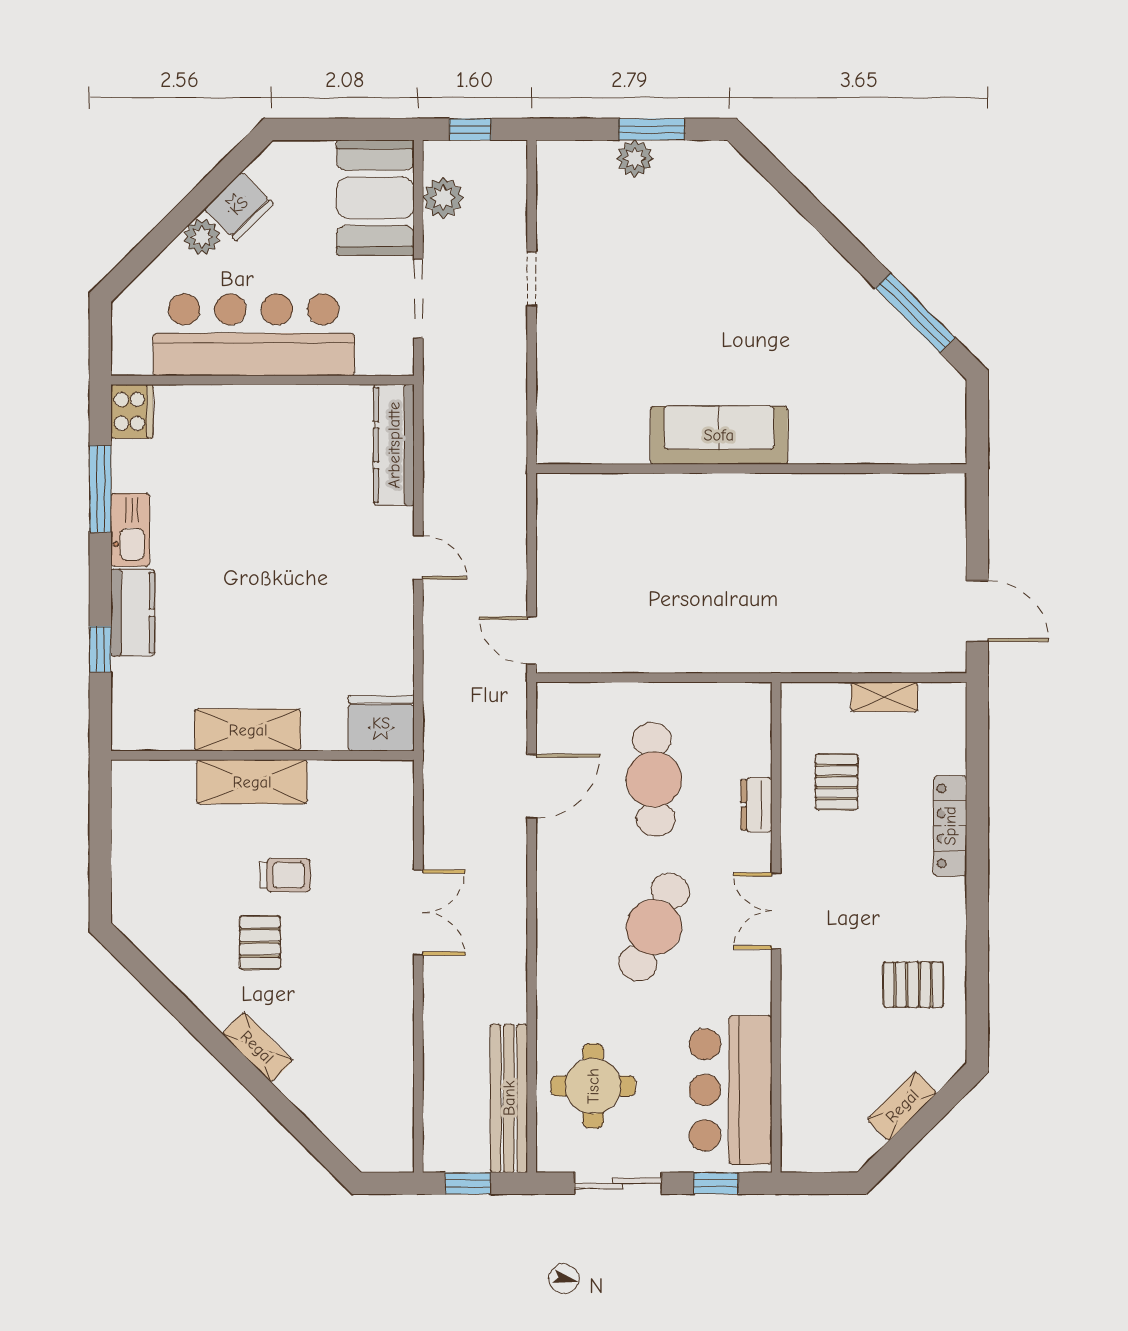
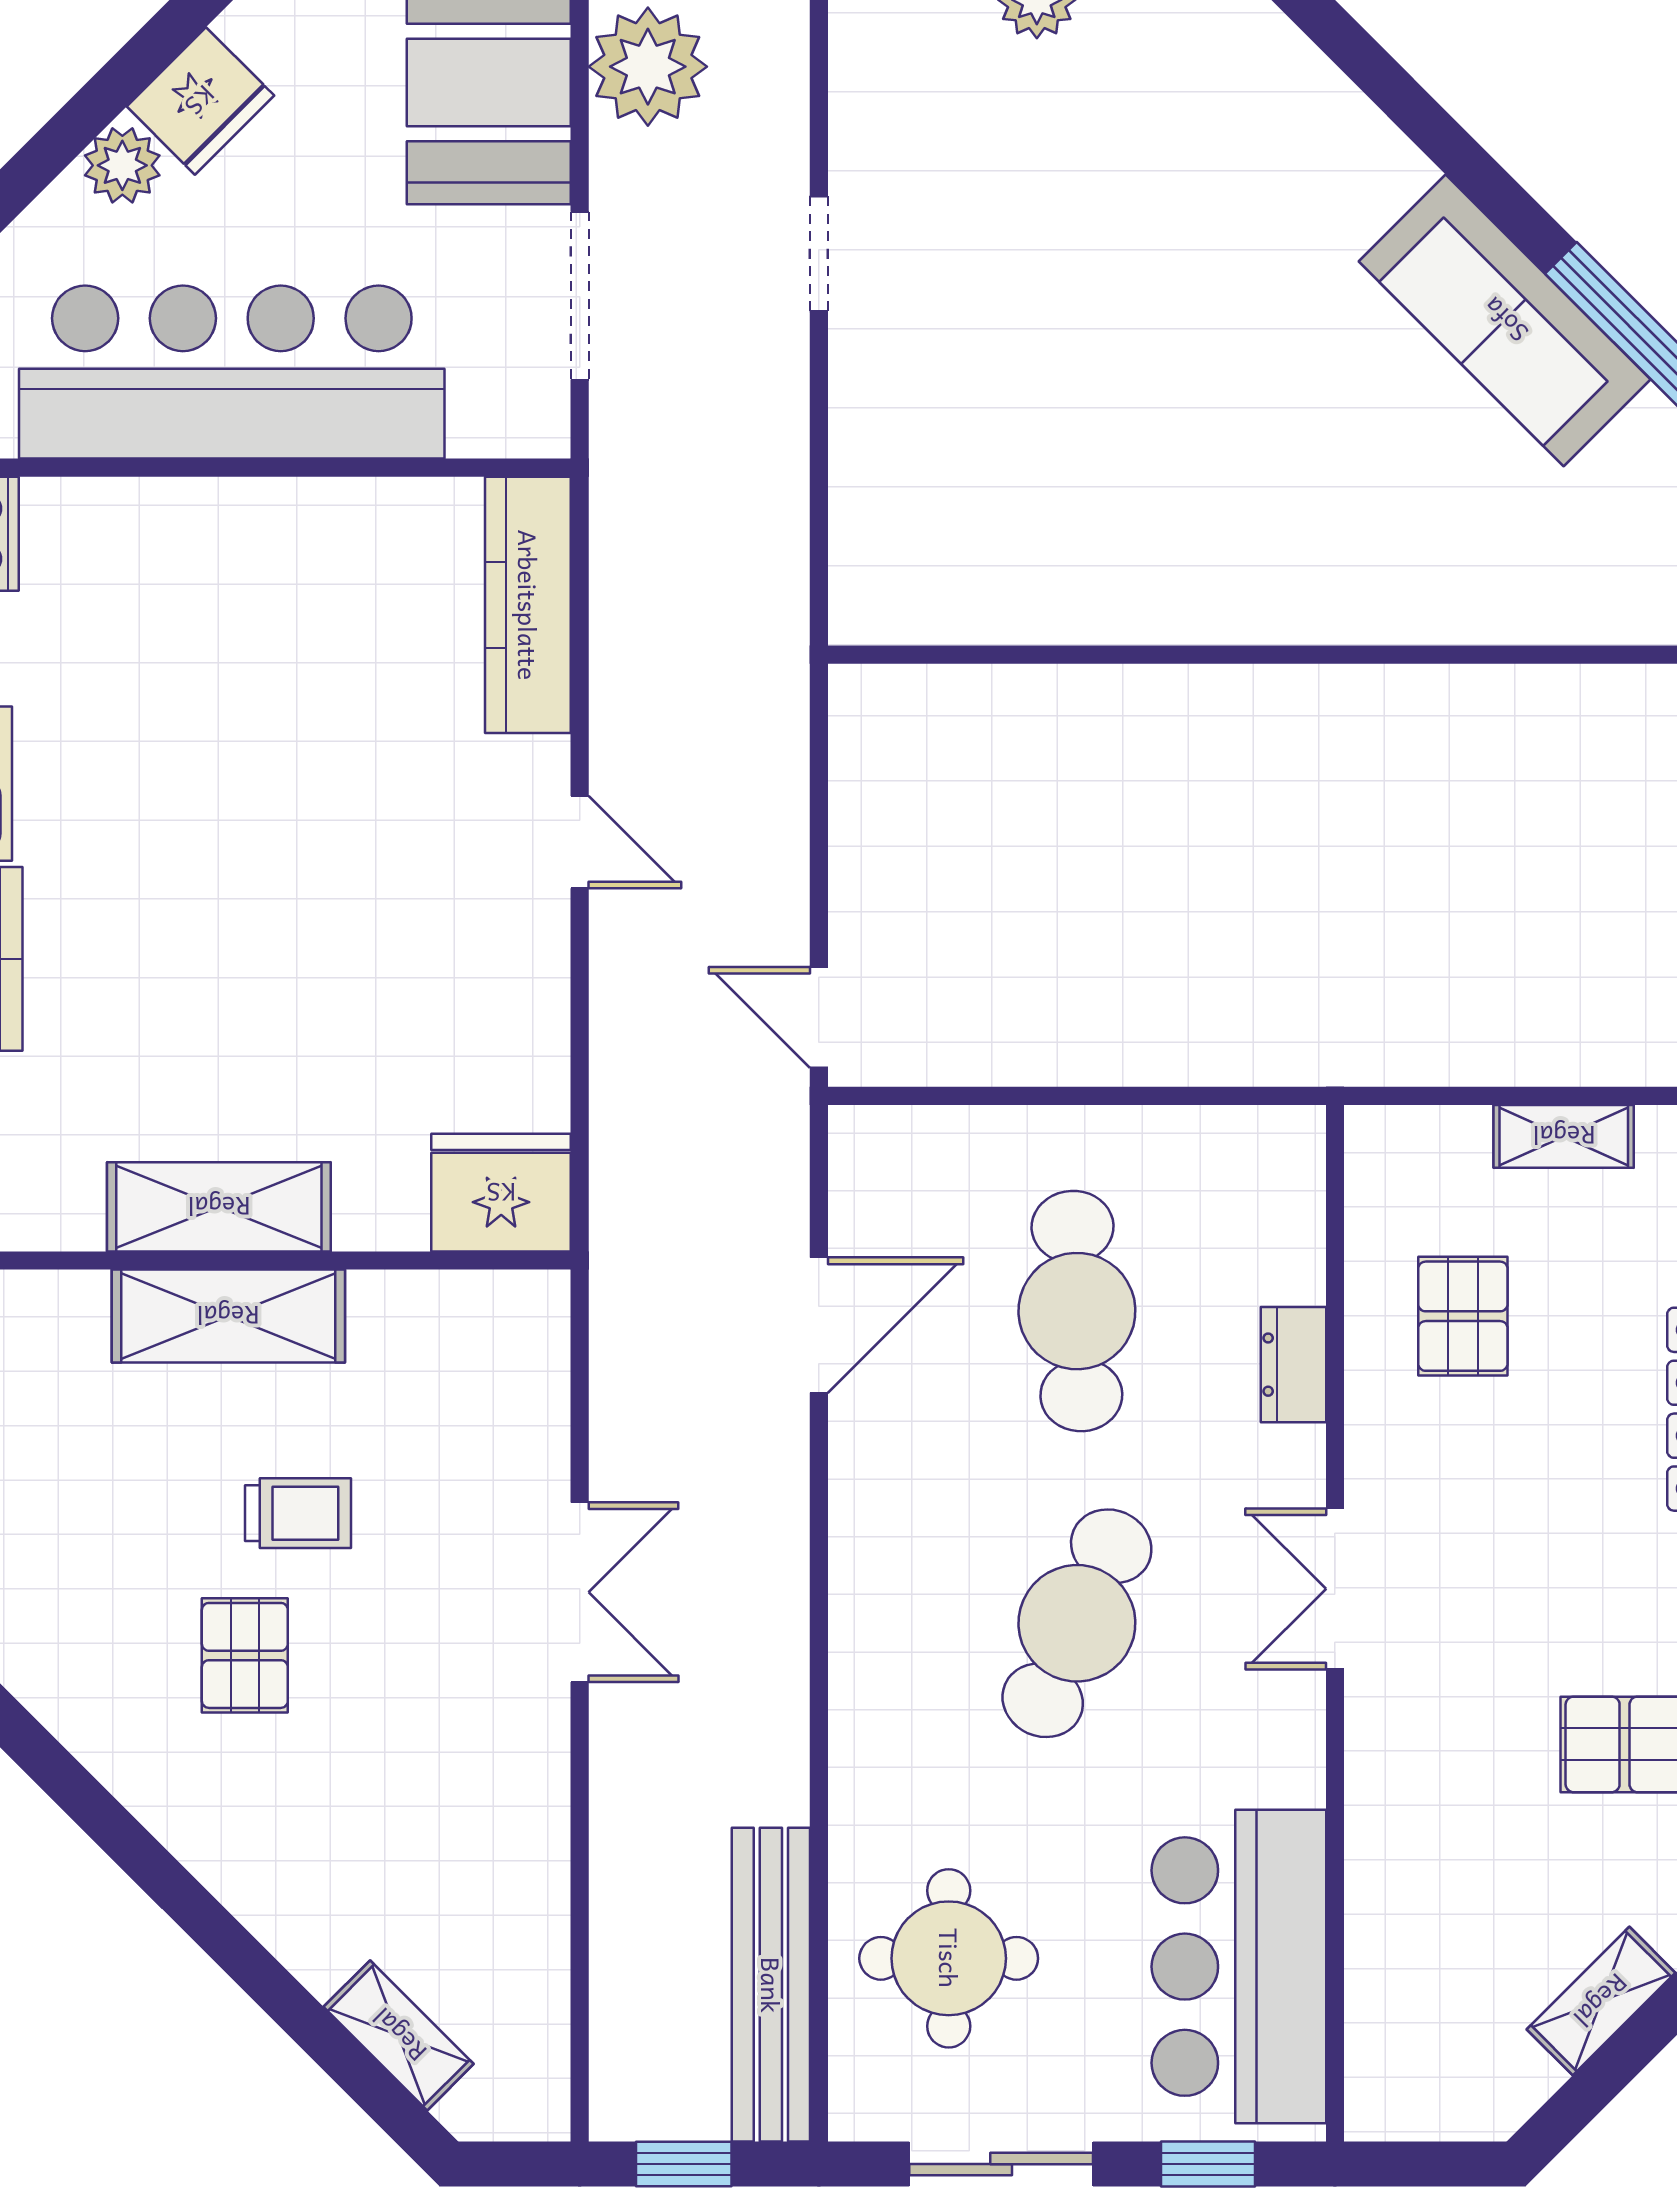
plant: (443, 198) -> (648, 67), width x1.36, depth x1.36
sofa: (719, 435) -> (1505, 320), moved, turned -135
shelving: (257, 1047) -> (399, 2035), moved

